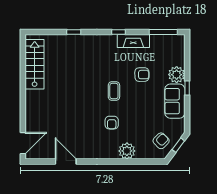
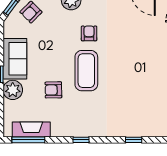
fireplace: (133, 41) -> (31, 129), moved
coffee table: (114, 91) -> (86, 71), width x1.86, depth x1.72

